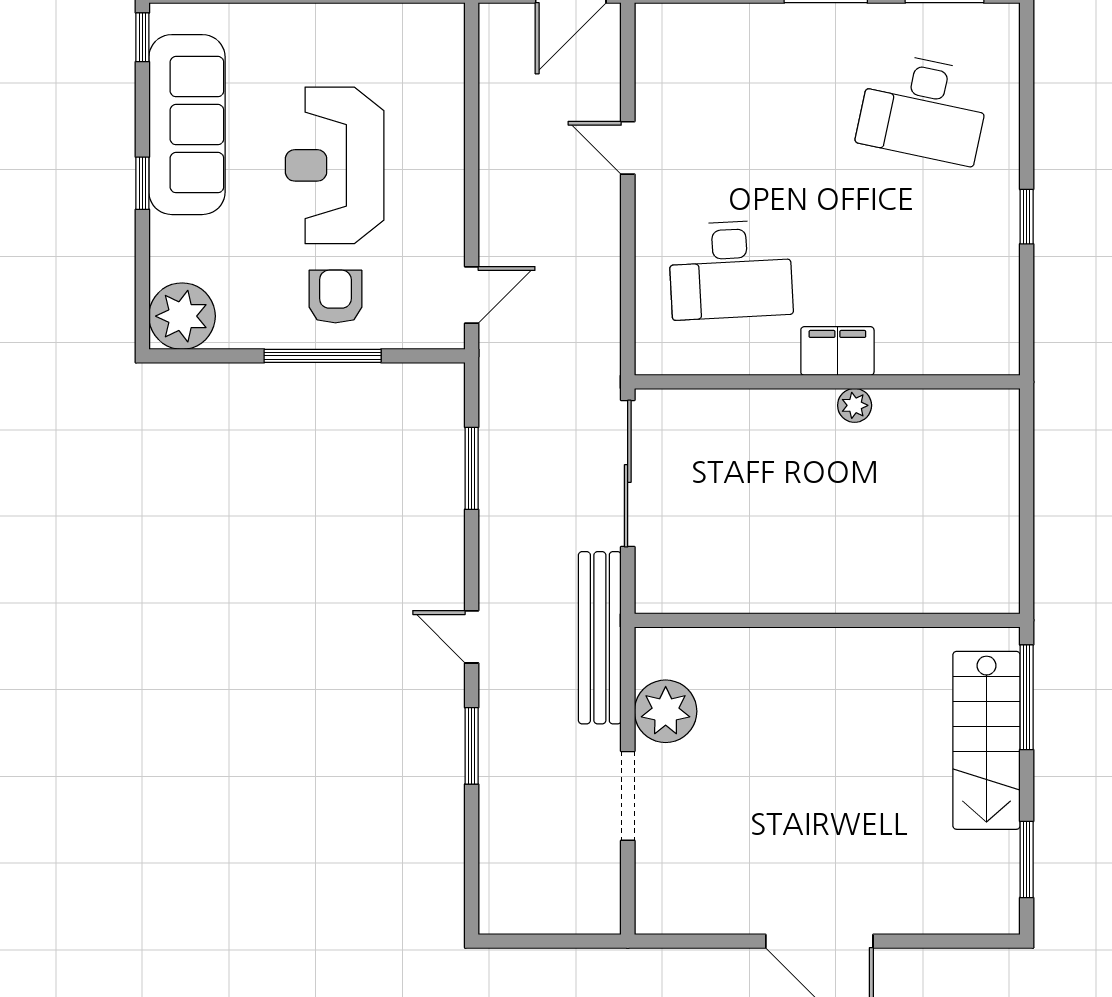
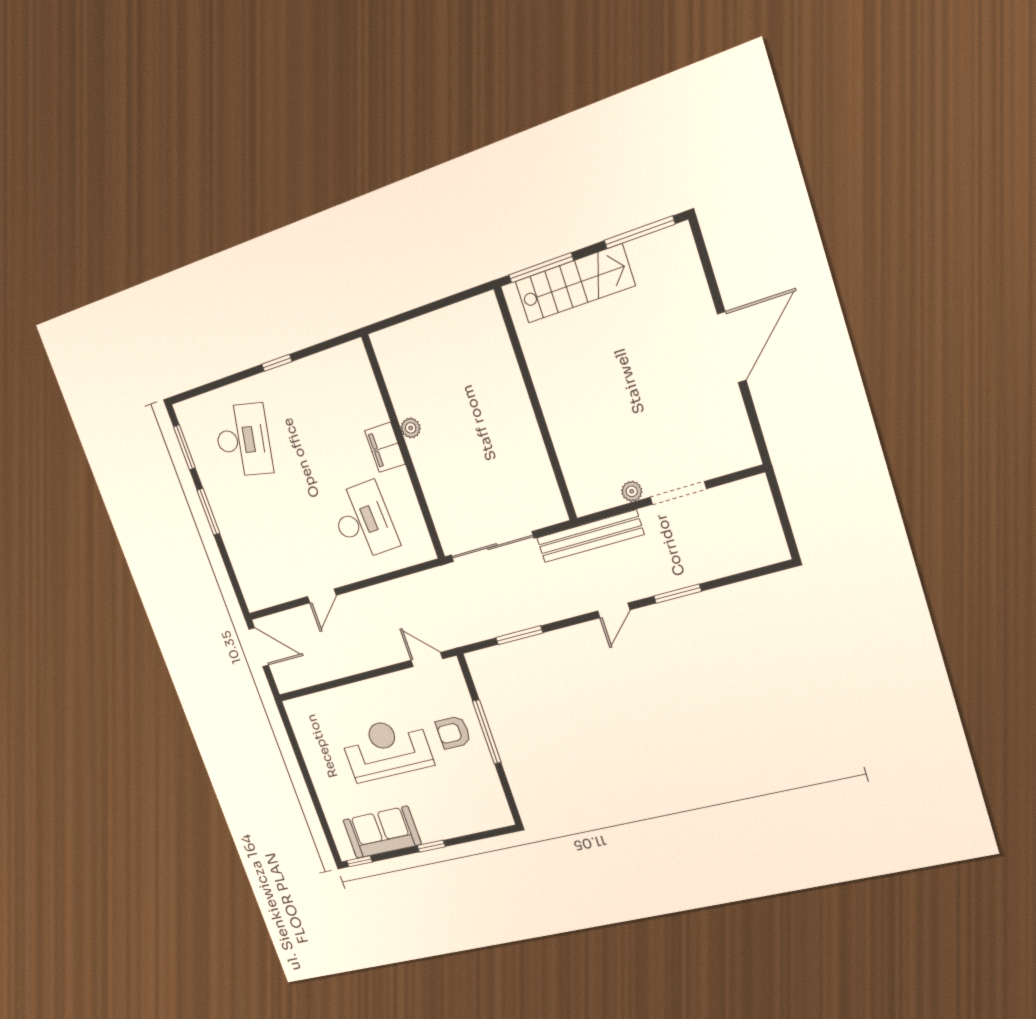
sofa: (187, 125) -> (382, 832), width x0.73
reception desk: (335, 165) -> (387, 749), turned 180
plant: (182, 316) -> (492, 811), removed
plant: (666, 711) -> (632, 491), width x0.53, depth x0.53
window: (1027, 859) -> (640, 232), width x1.44

